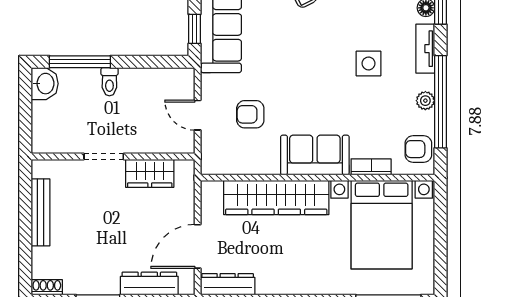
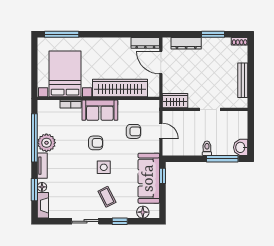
side table: (369, 63) -> (104, 167), moved
plant: (425, 101) -> (46, 143), width x1.87, depth x1.87
armchair: (418, 149) -> (96, 143), moved
wardrobe: (150, 173) -> (175, 101), moved
door: (198, 246) -> (161, 63), swing flipped

